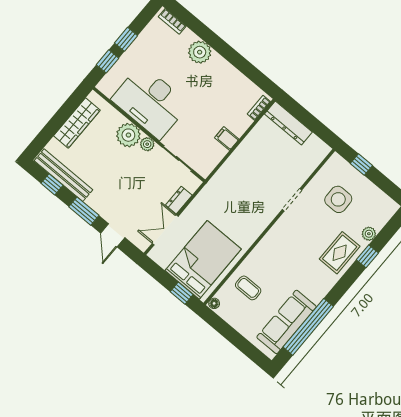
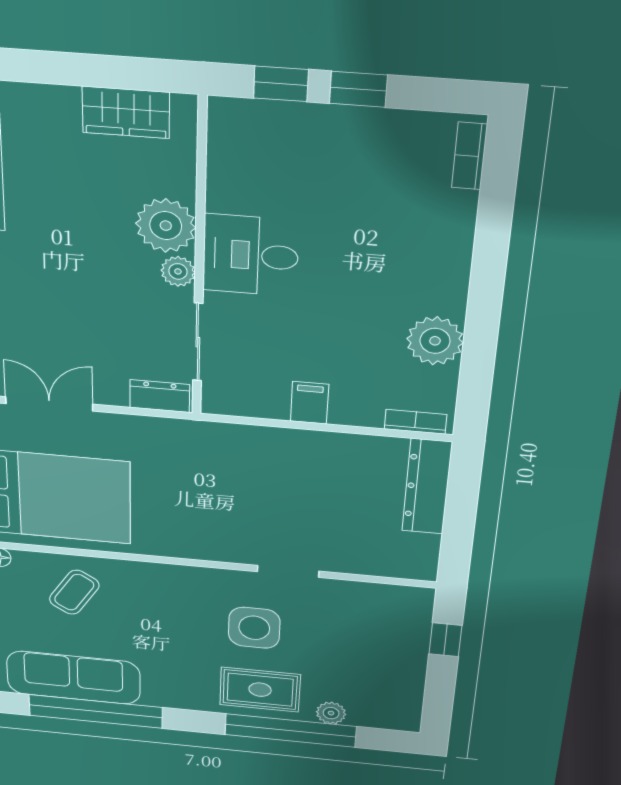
plant: (200, 52) -> (435, 341), moved
desk: (150, 102) -> (251, 255), width x0.53, depth x0.77
wardrobe: (77, 123) -> (126, 112), width x0.67
side table: (338, 199) -> (254, 628), moved
dresser: (179, 200) -> (160, 396), moved
window: (367, 256) -> (290, 731), width x3.17
coffee table: (248, 288) -> (74, 592), turned 32

